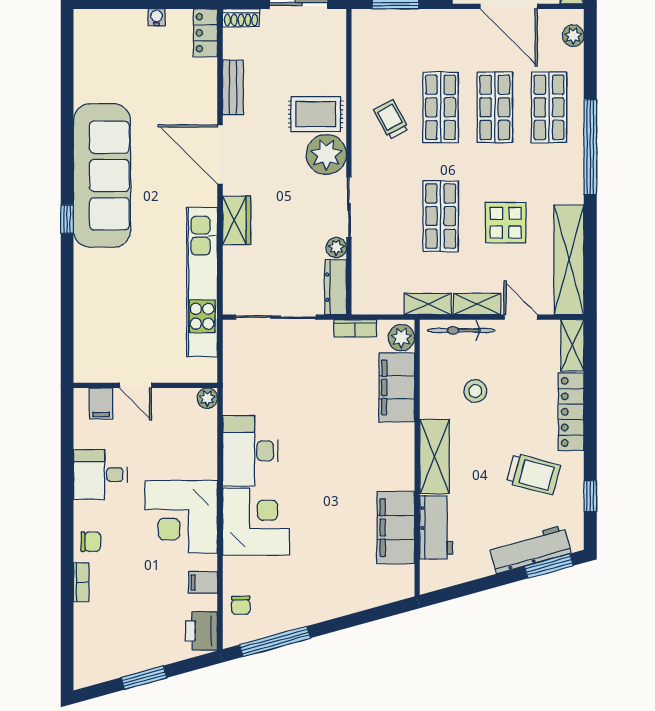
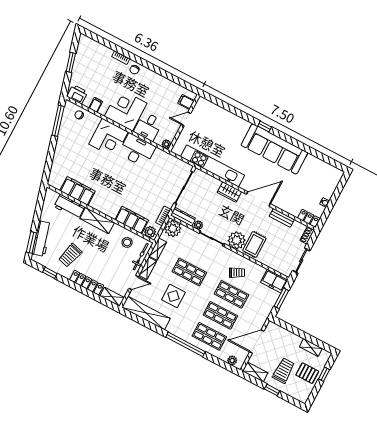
freezer: (369, 35) -> (274, 281), added
plant: (370, 296) -> (173, 229), added
stool: (475, 391) -> (127, 242), moved
desk: (100, 475) -> (148, 126), moved, turned 180

